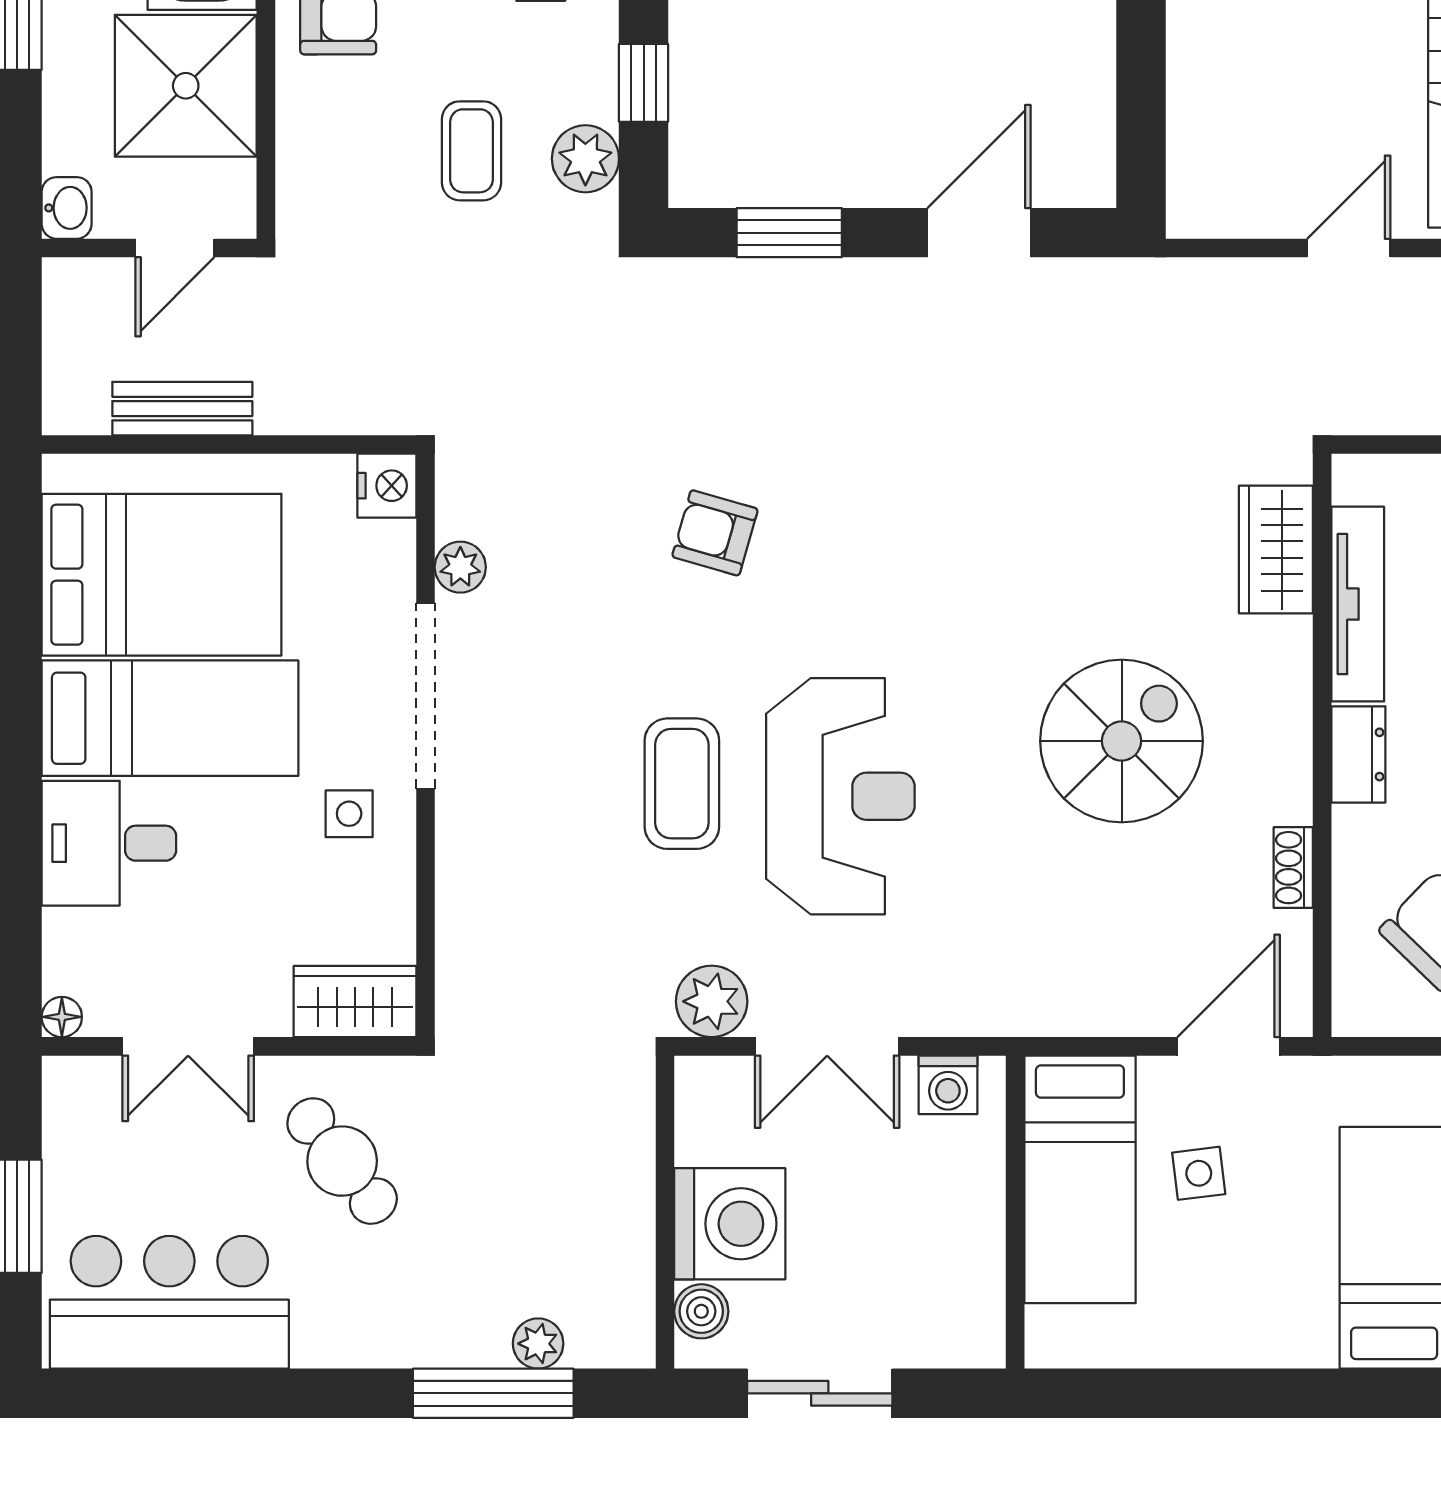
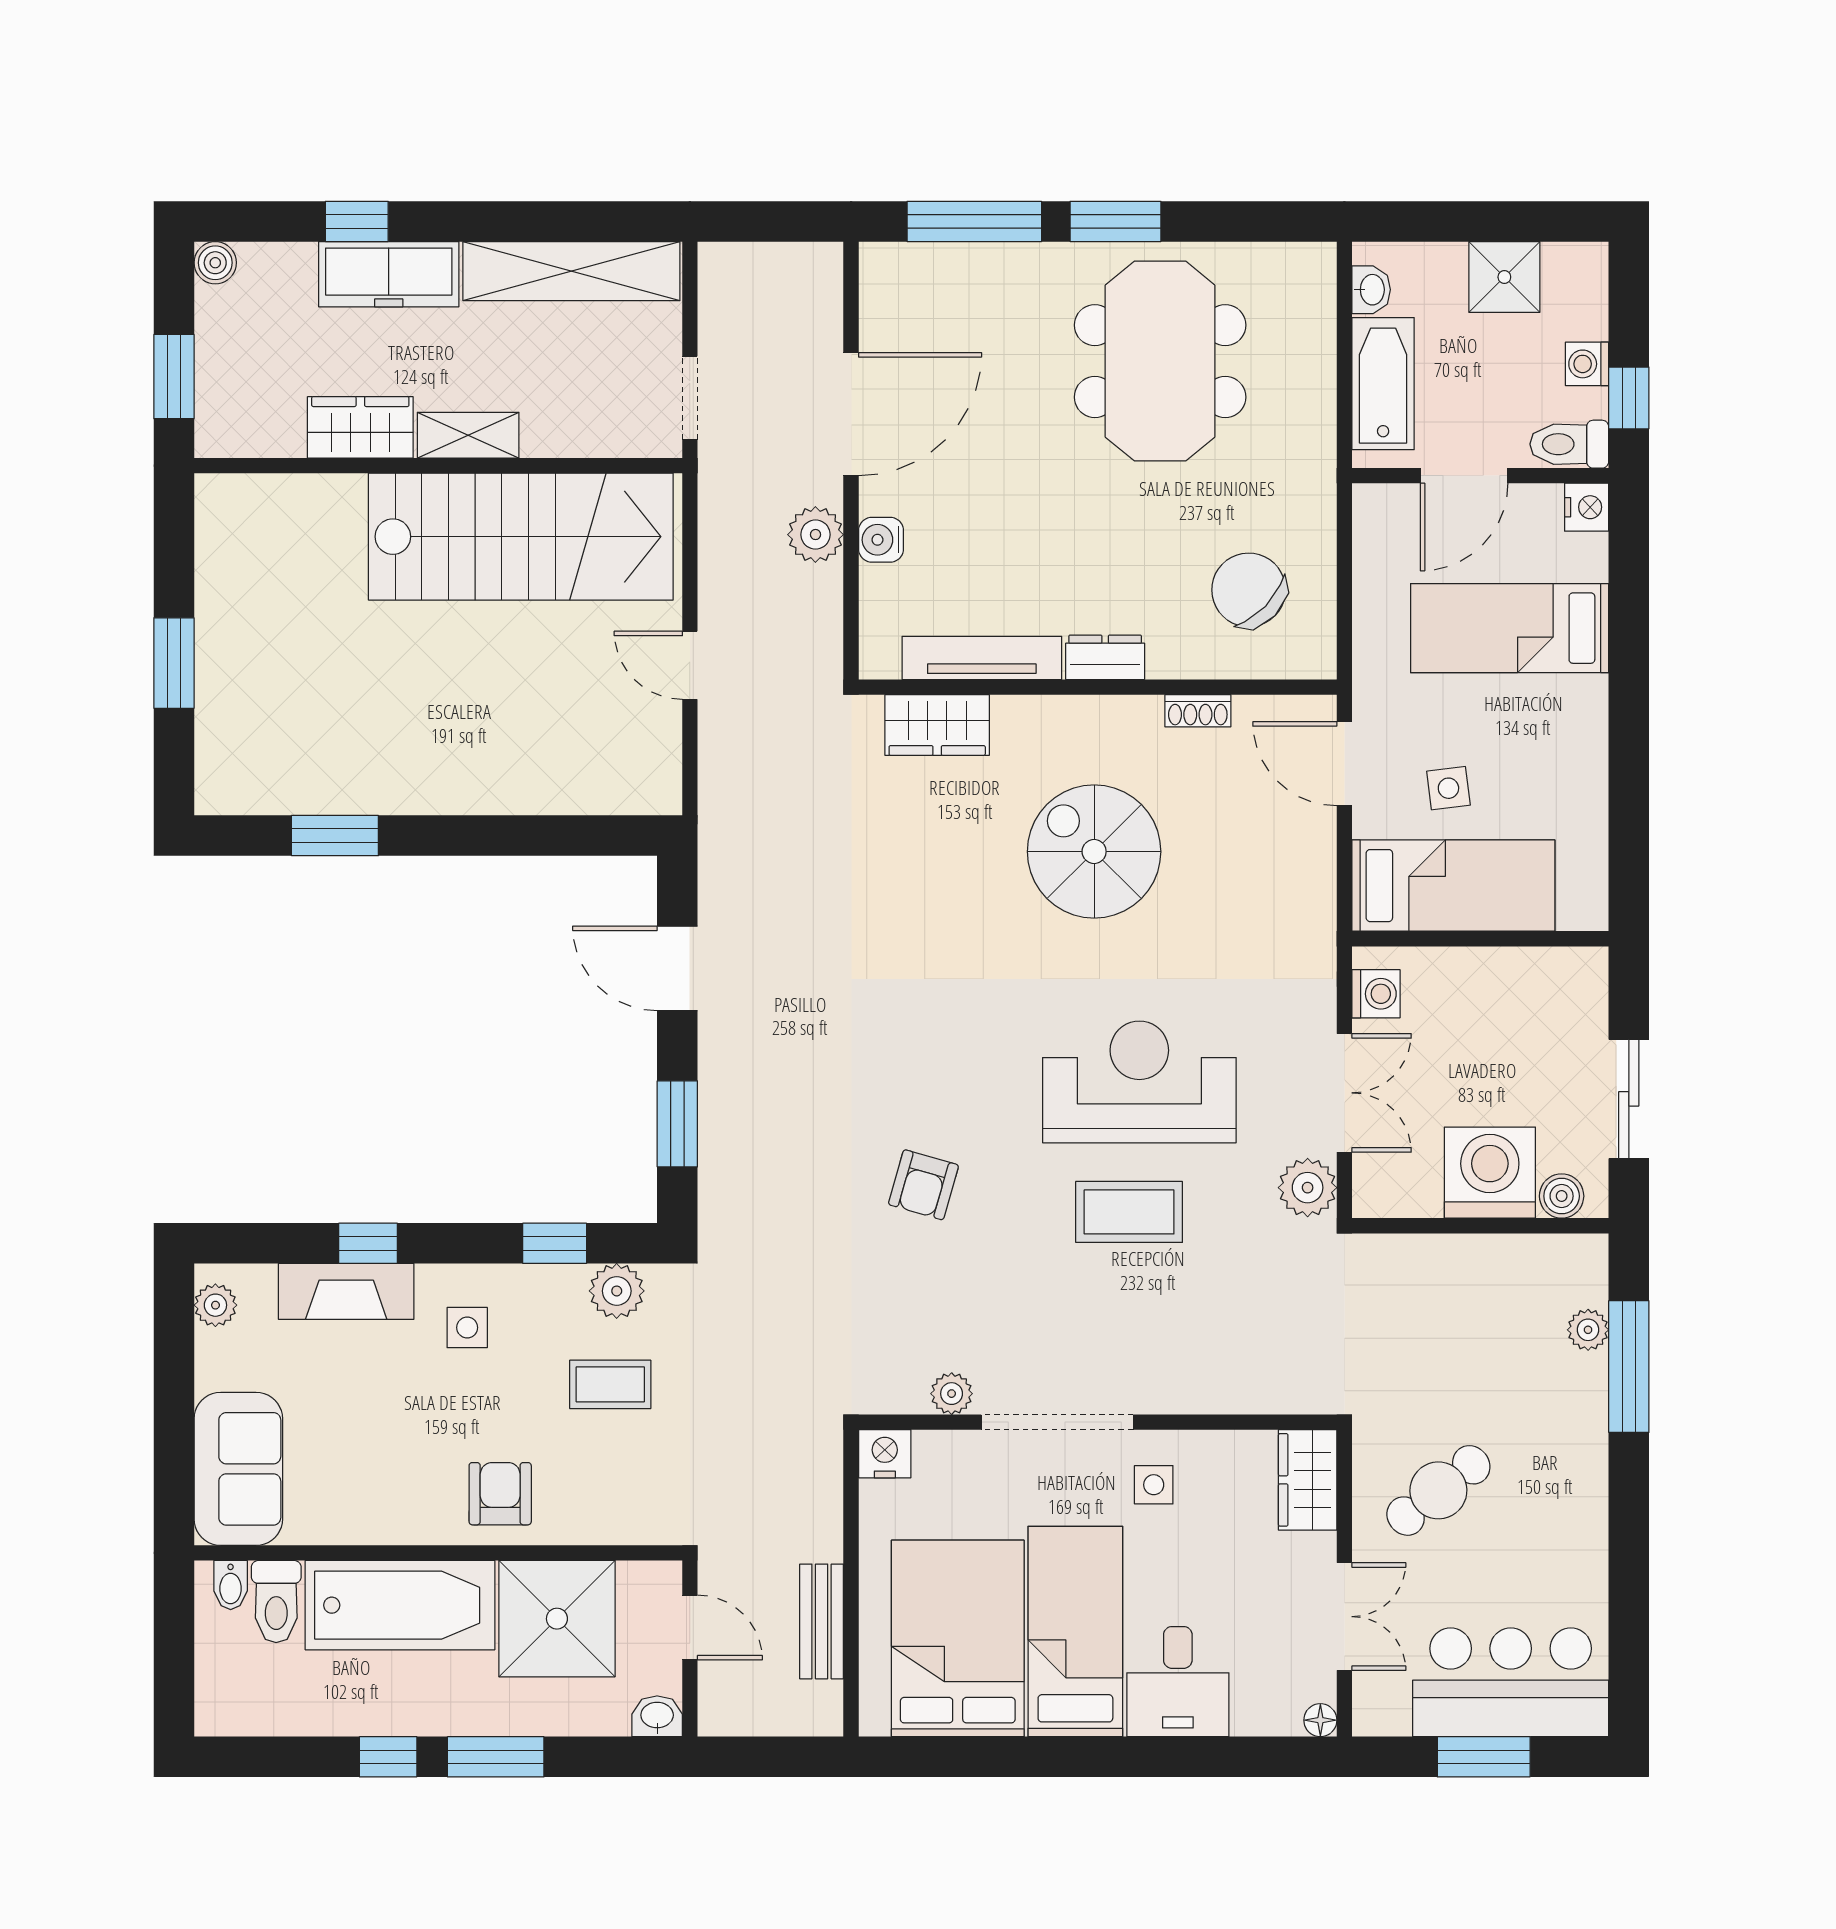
bar counter: (169, 1302) -> (1511, 1682), moved, turned 90

